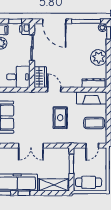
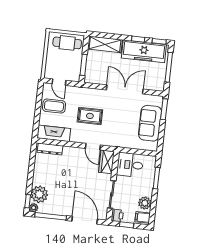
plant: (99, 58) -> (39, 194), moved
rug: (60, 118) -> (90, 116), turned 90
double door: (31, 146) -> (125, 89), width x1.37
door: (92, 146) -> (59, 82), swing flipped

